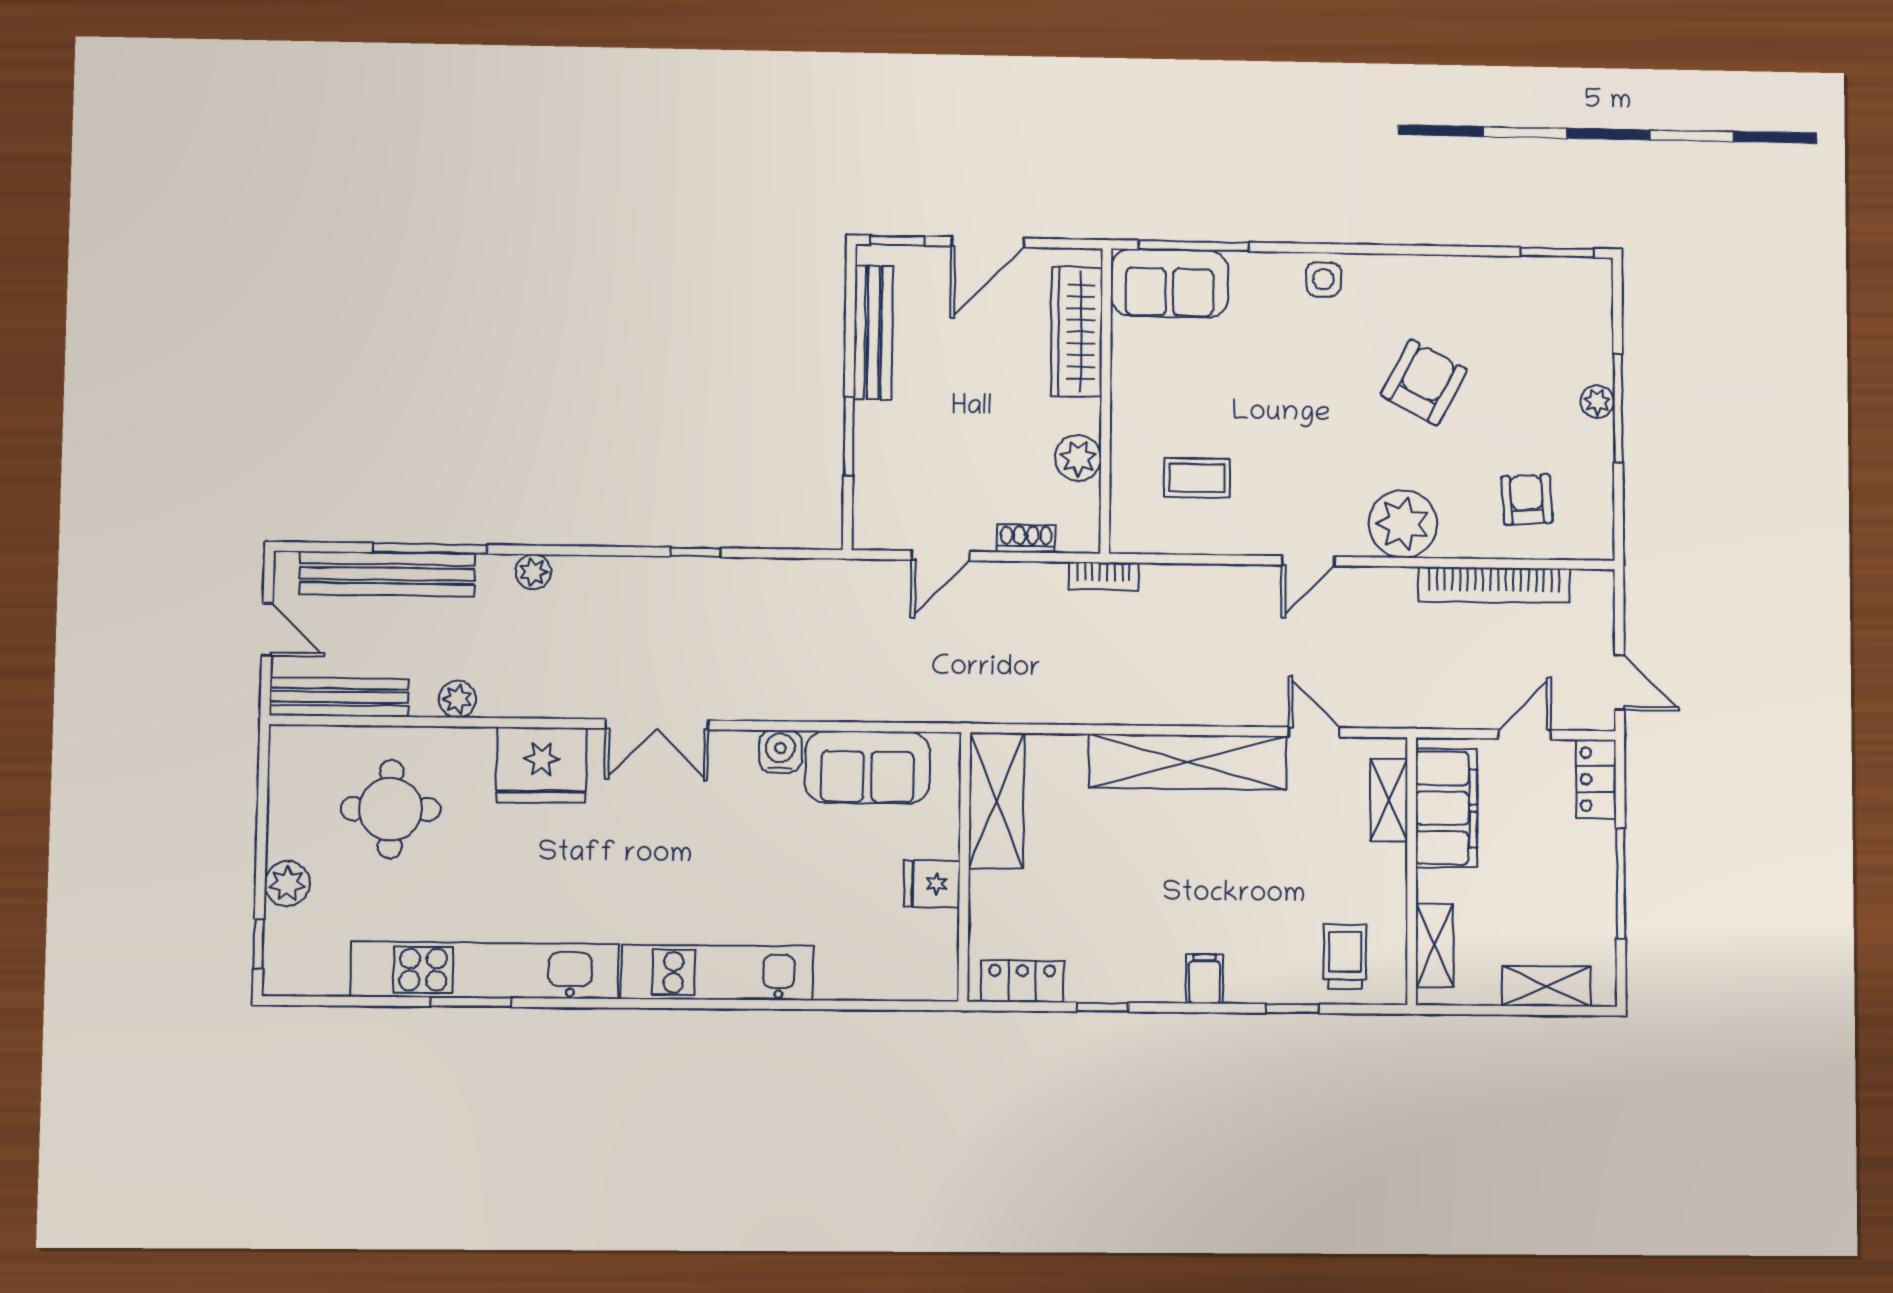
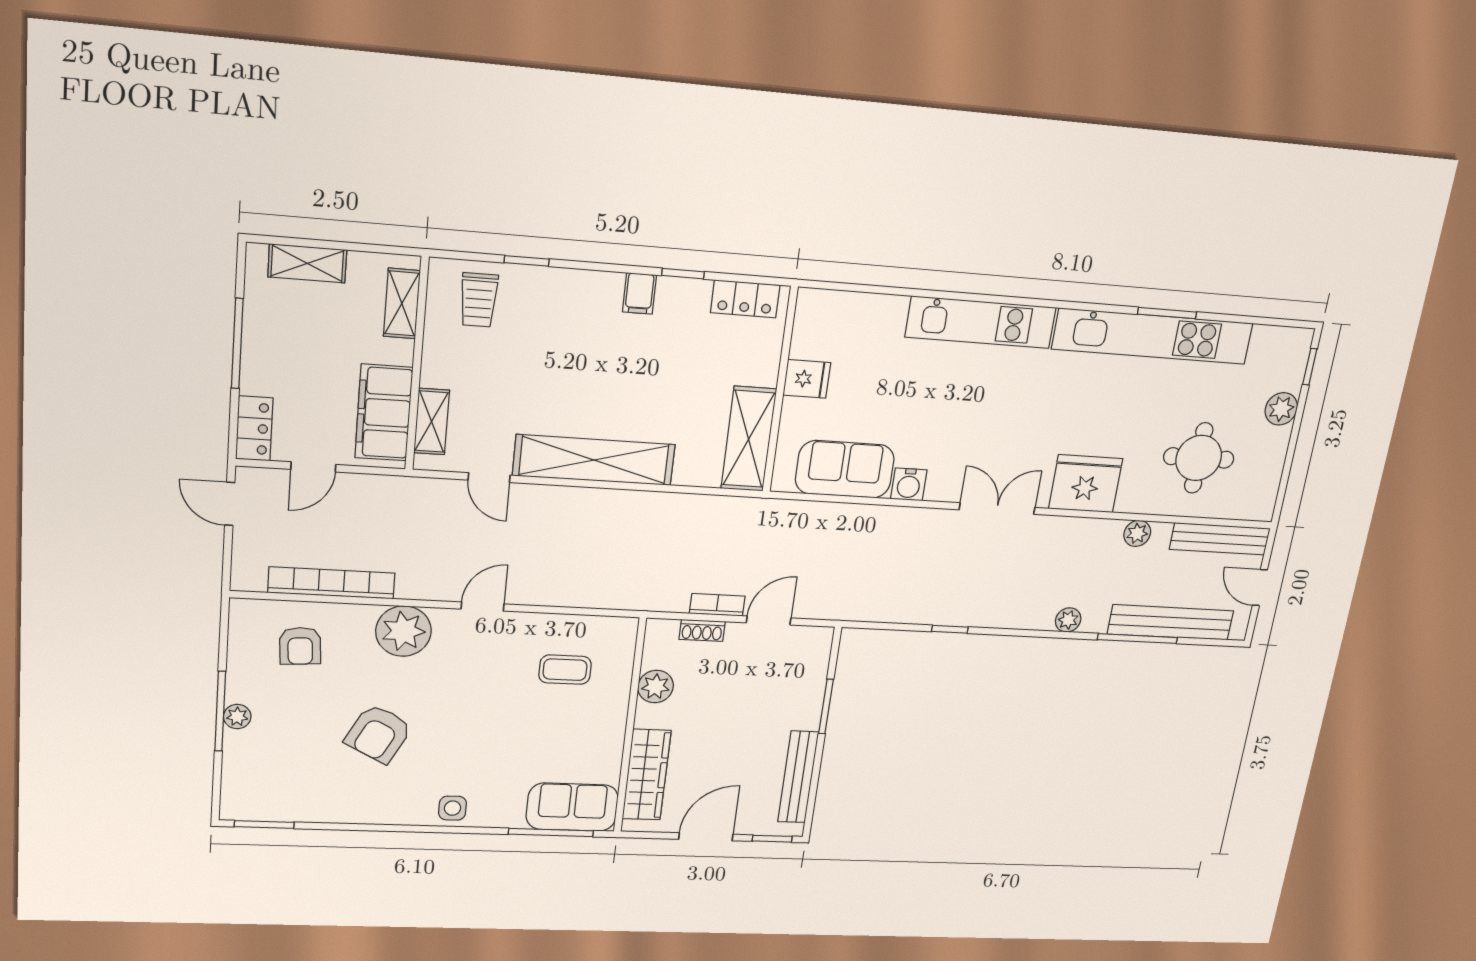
bookcase: (1103, 576) -> (717, 605), moved
filing cabinet: (1205, 979) -> (639, 293), moved

